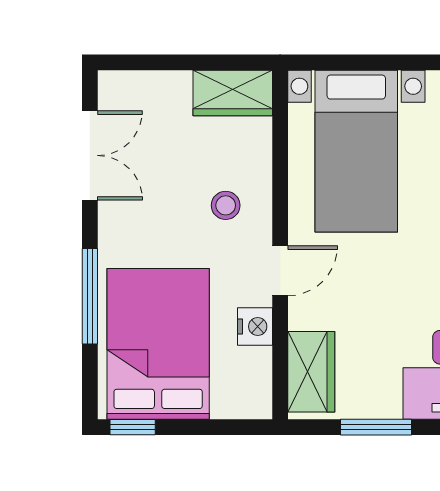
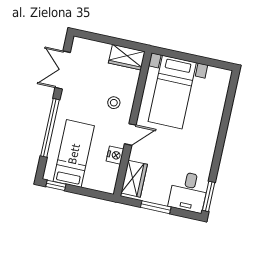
double door: (90, 155) -> (63, 70), swing flipped
window: (90, 296) -> (50, 128), width x1.46
bed: (158, 344) -> (74, 154), width x0.67

